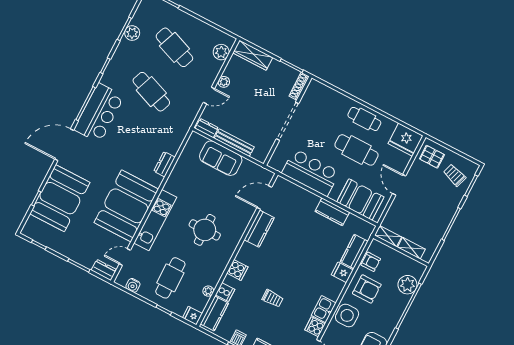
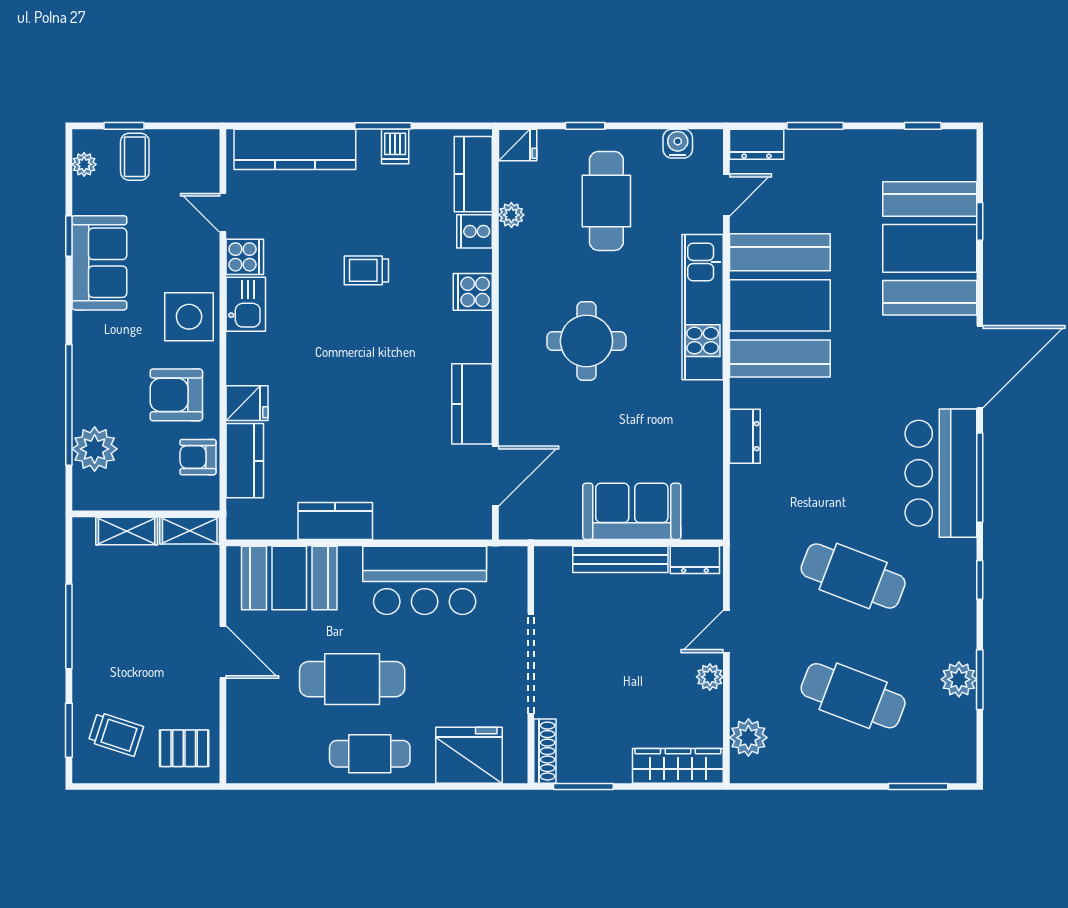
fridge: (406, 140) -> (469, 755), moved

